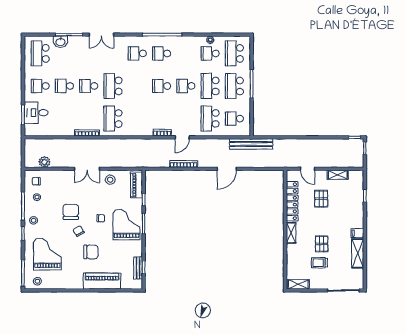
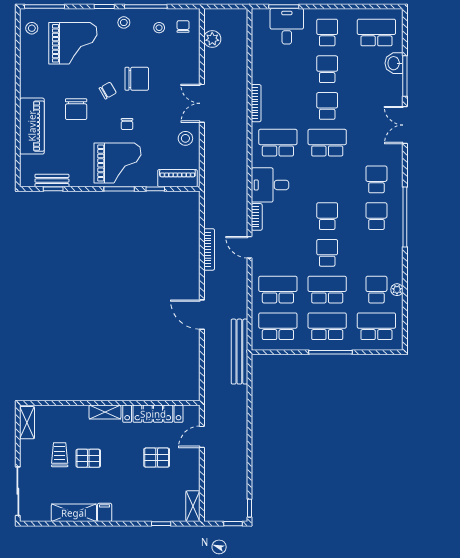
school desk: (234, 119) -> (278, 326), width x1.85
desk: (141, 124) -> (270, 185), added
shelving: (338, 175) -> (193, 506), moved

